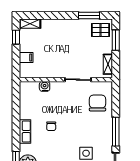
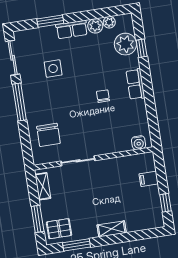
shelving: (30, 24) -> (112, 229), moved
water cooler: (45, 86) -> (139, 143), moved

